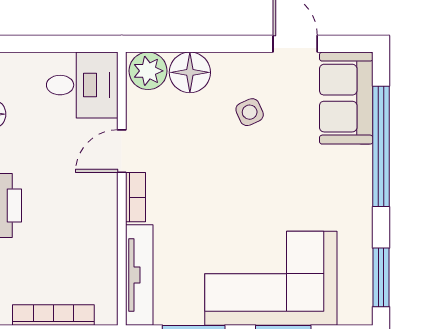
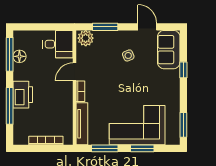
window: (195, 44) -> (105, 27), added
floor lamp: (190, 72) -> (103, 39), removed
window: (381, 146) -> (183, 70), width x0.32

